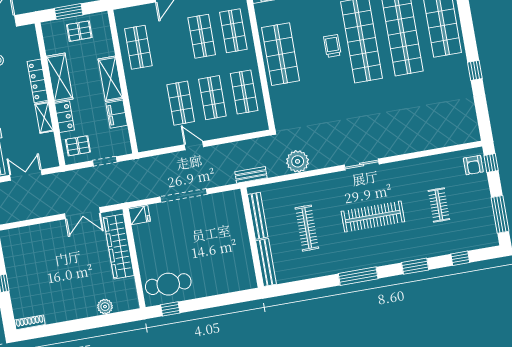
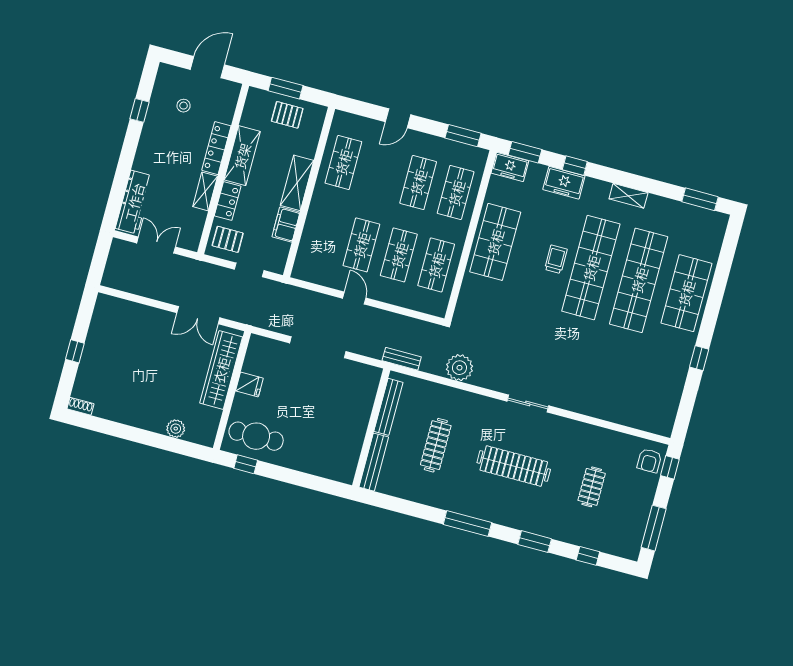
fridge: (139, 215) -> (249, 384), moved
shoe rack: (30, 322) -> (80, 406), width x0.70

